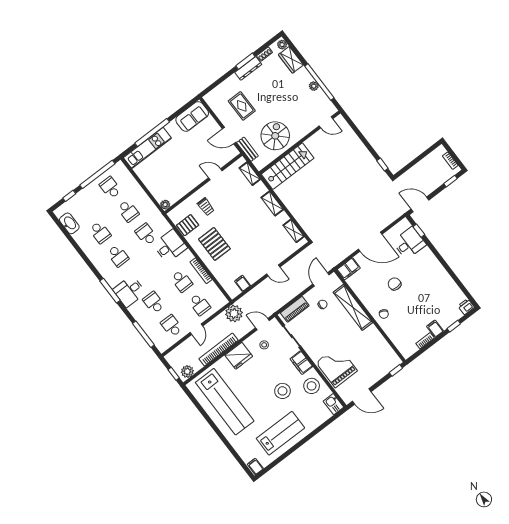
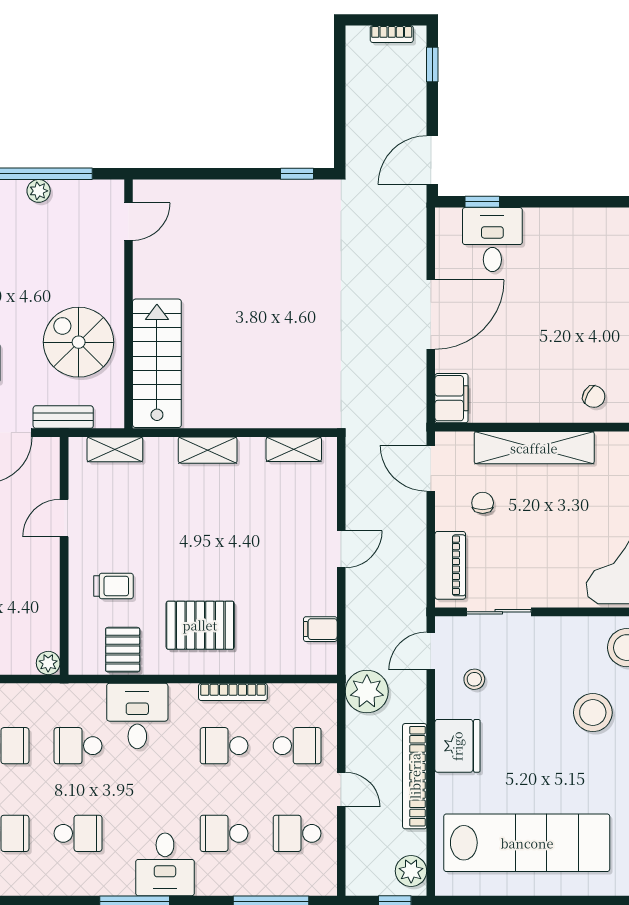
school desk: (182, 281) -> (224, 746), turned 180
chair: (395, 284) -> (551, 330), removed
filing cabinet: (301, 363) -> (565, 633), removed

